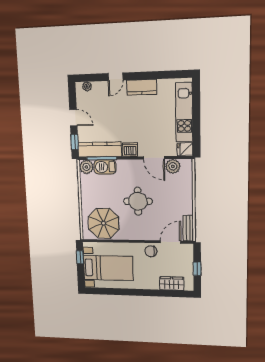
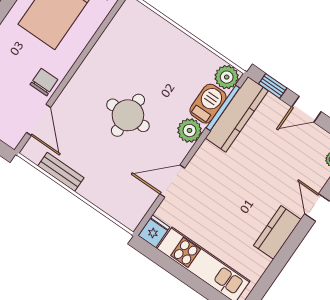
dishwasher: (130, 150) -> (207, 156), removed
plant: (173, 166) -> (190, 130), moved
parasol: (104, 223) -> (131, 43), removed
bench: (188, 228) -> (61, 172), moved

